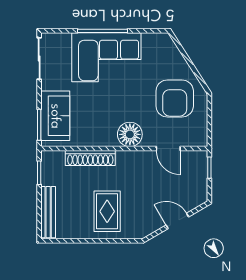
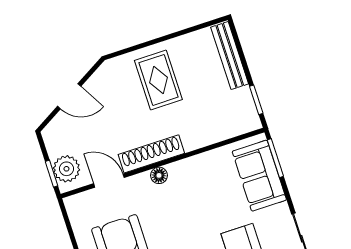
floor lamp: (130, 134) -> (159, 175), width x0.53, depth x0.53
shoe rack: (90, 158) -> (151, 154), moved
plant: (197, 168) -> (66, 169), added

